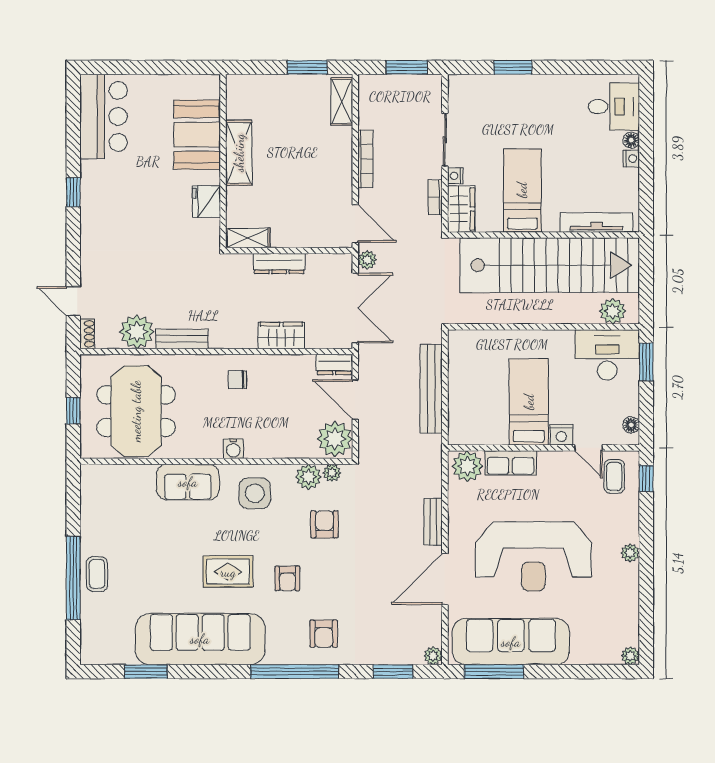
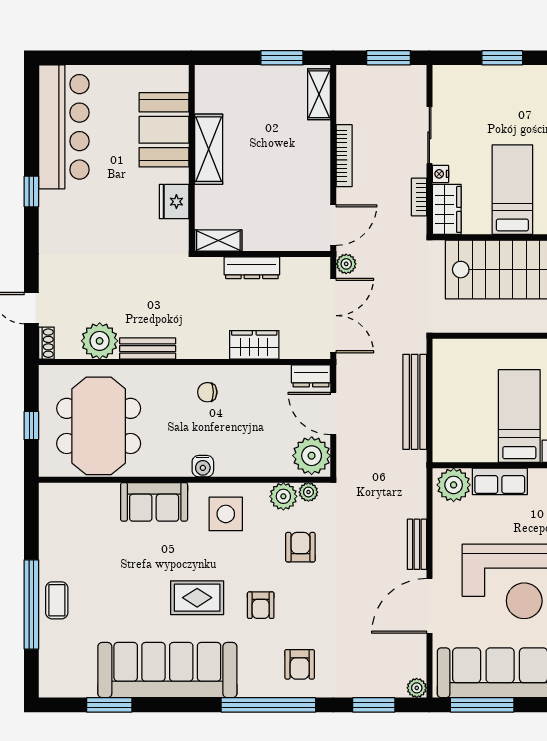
bar counter: (104, 116) -> (64, 127), width x1.36
door: (355, 224) -> (333, 225), hinge flipped

